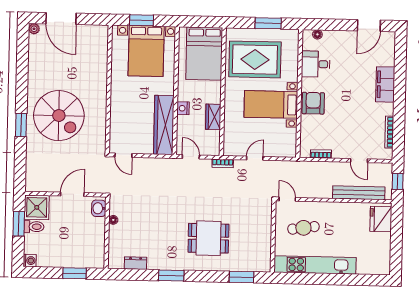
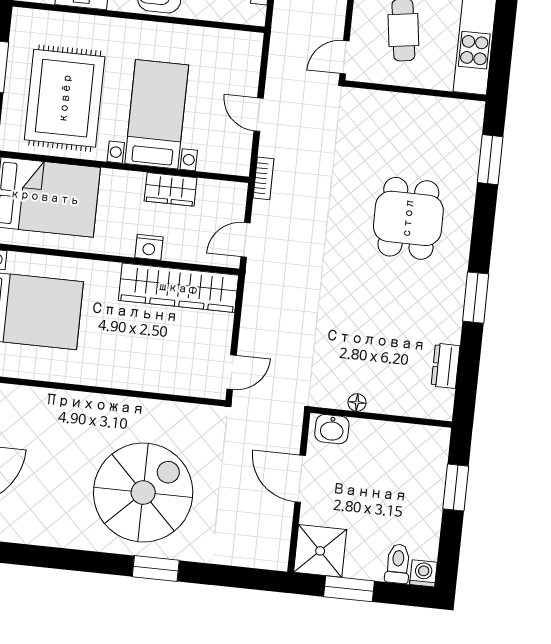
bed with nightstands: (271, 104) -> (157, 114), moved, turned 180
toilet: (34, 227) -> (398, 564), moved

